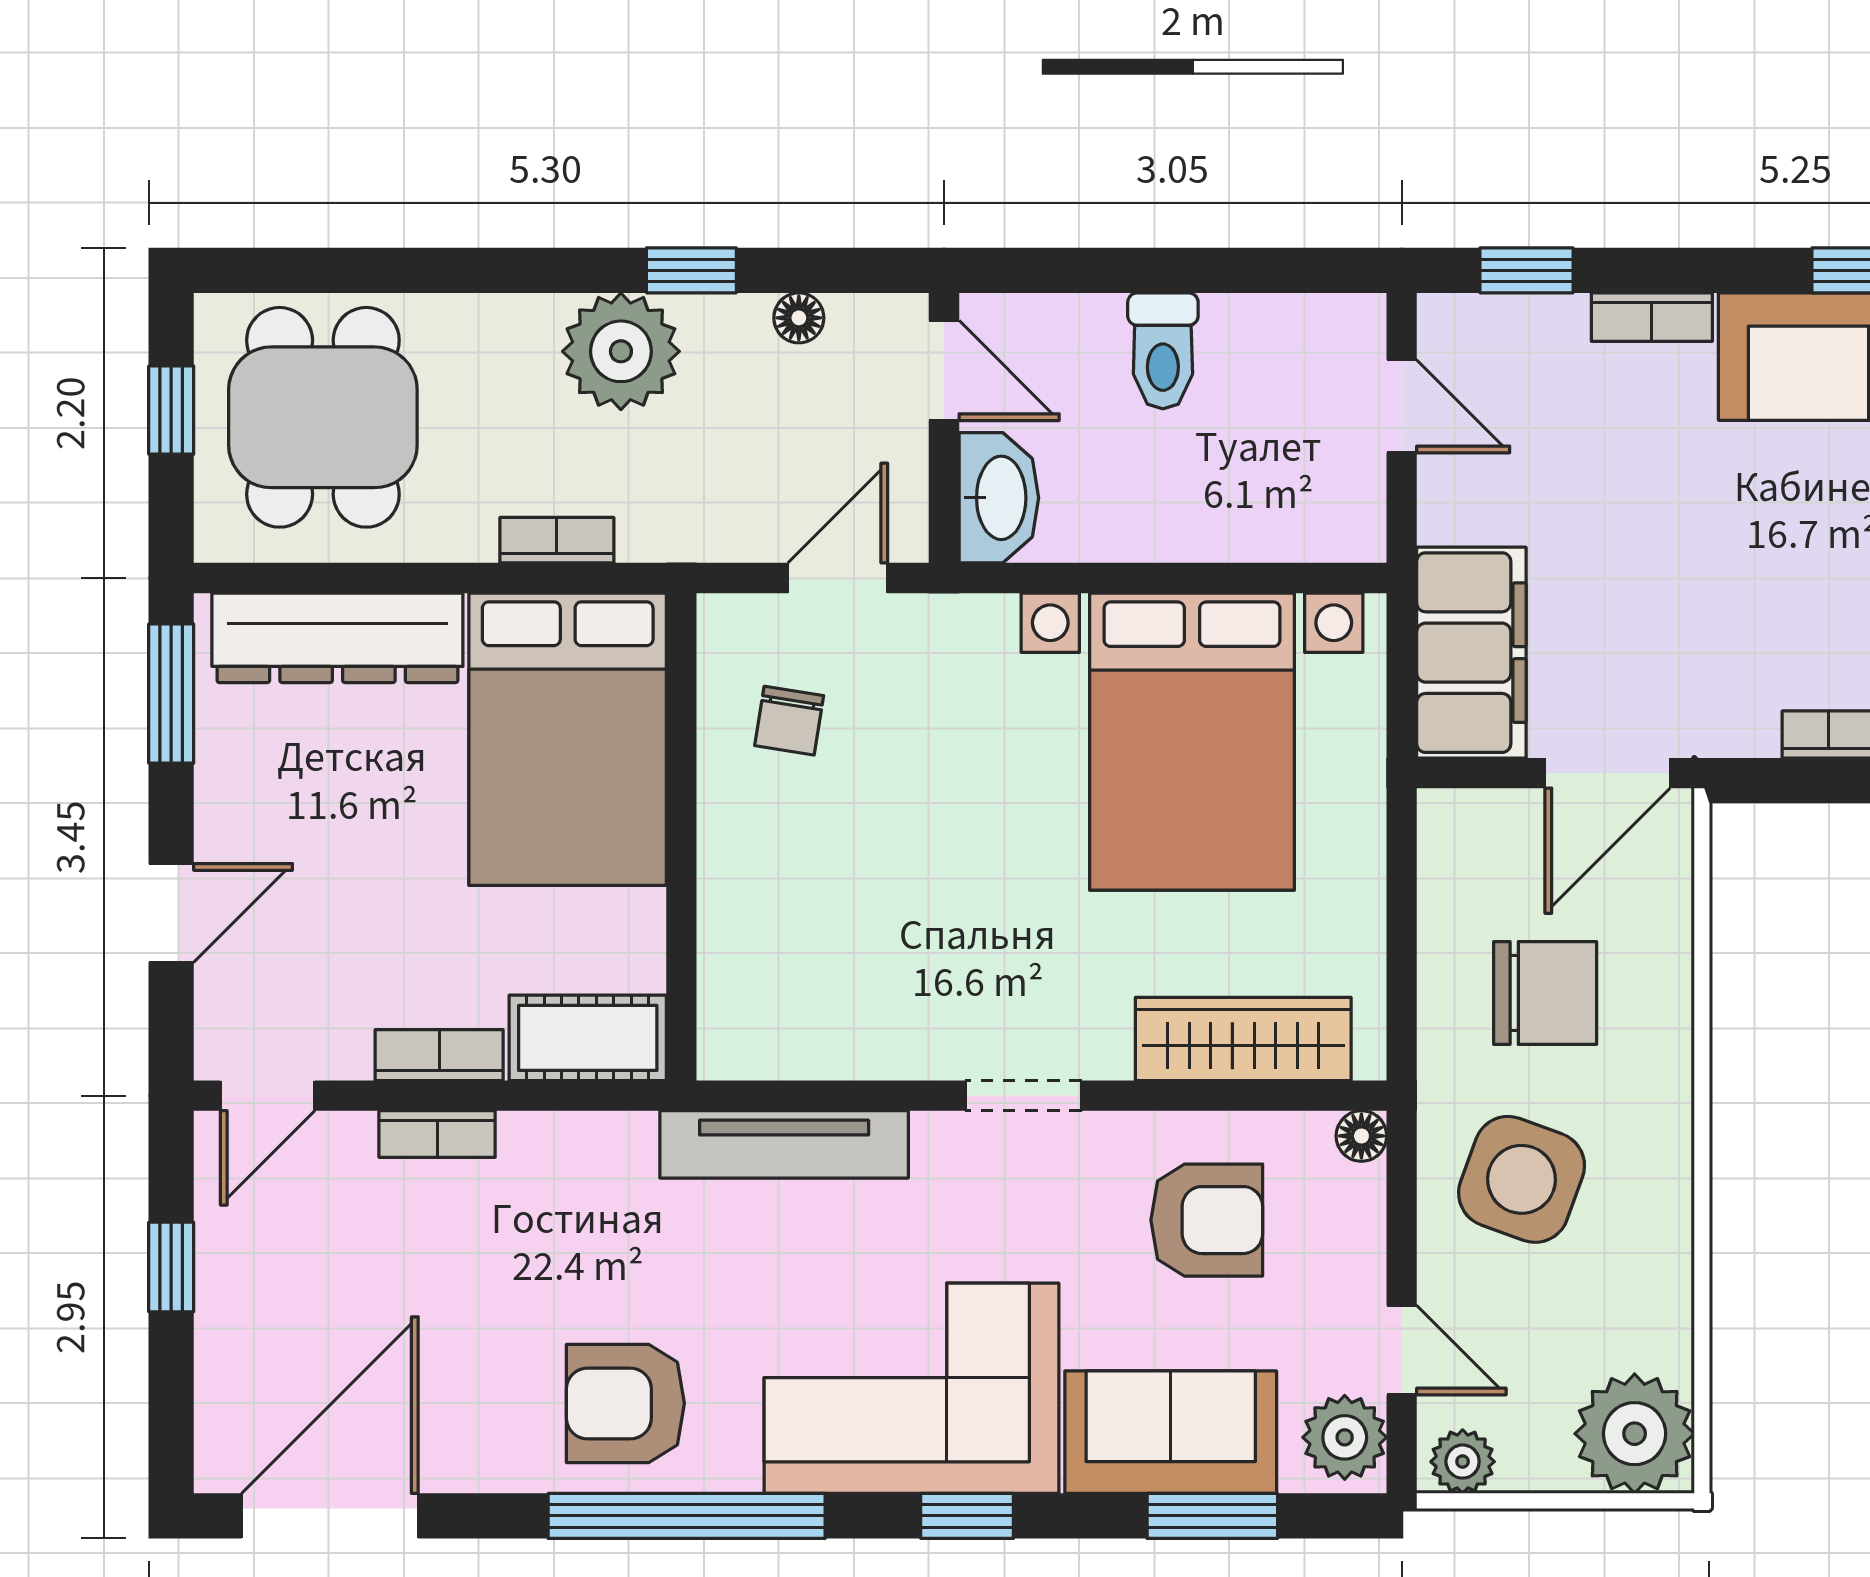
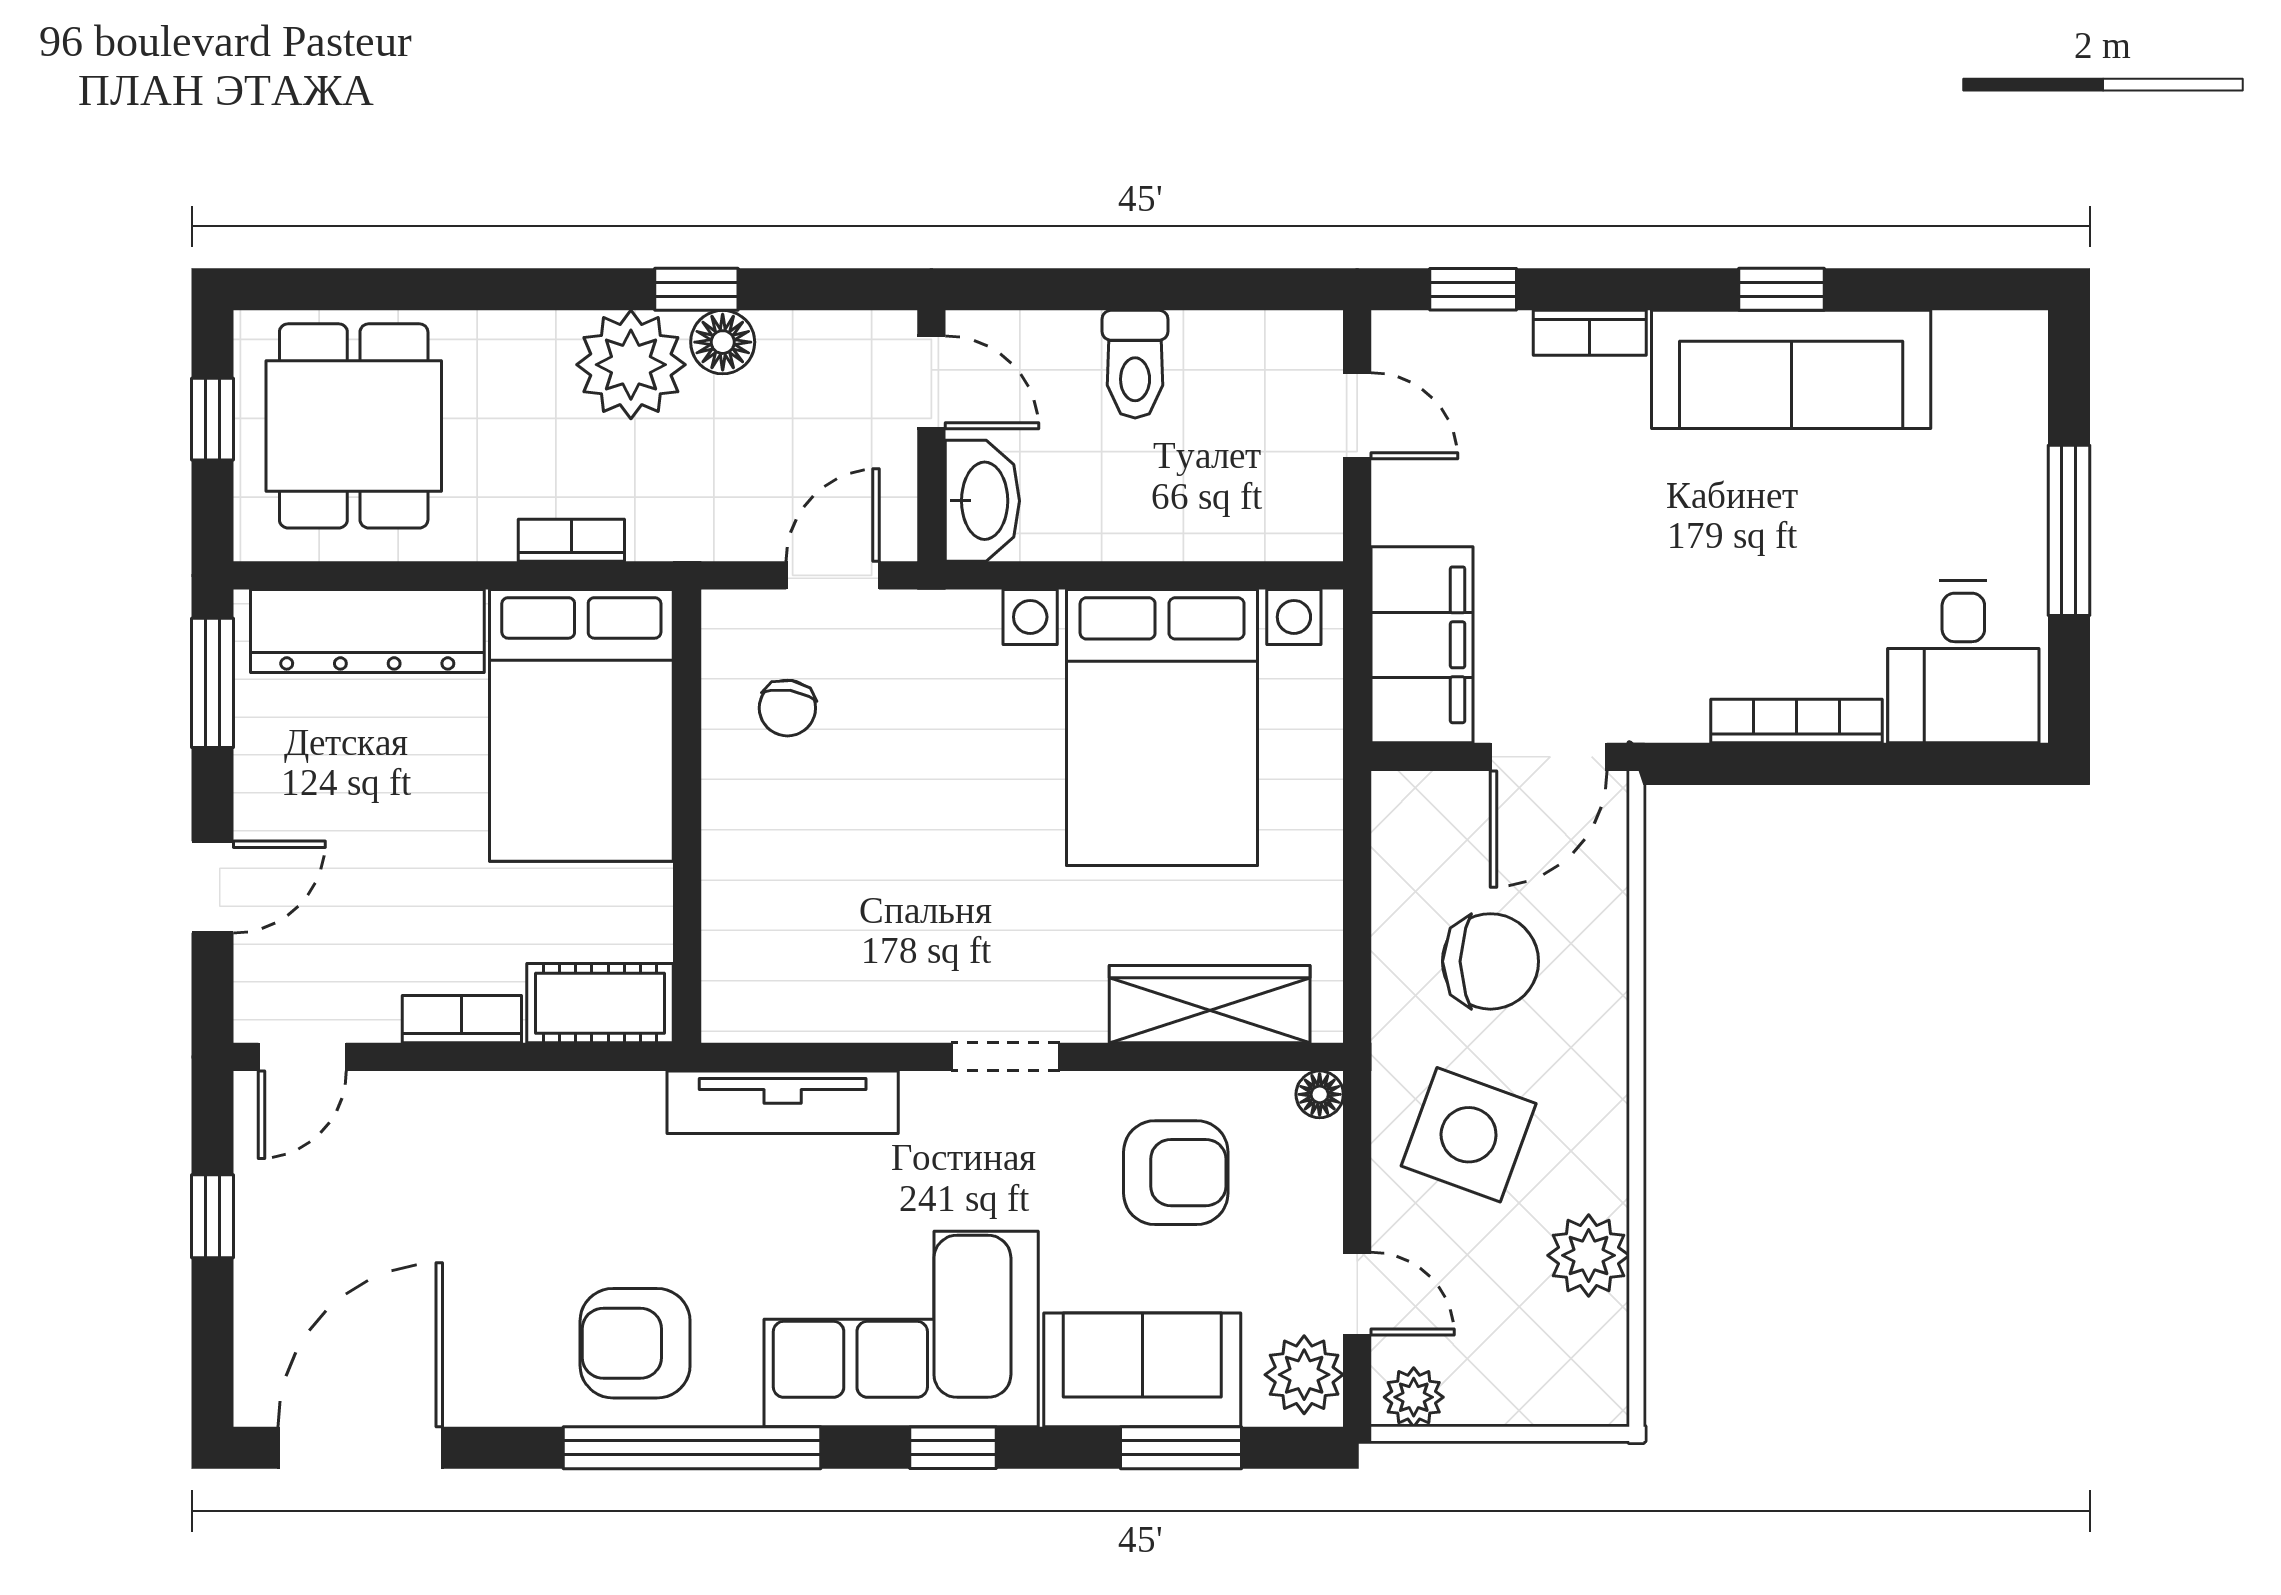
floor lamp: (799, 318) -> (723, 342), moved, width x1.37, depth x1.37
bookcase: (437, 1134) -> (460, 1093), removed
plant: (1635, 1434) -> (1589, 1255), moved, width x0.73, depth x0.73

